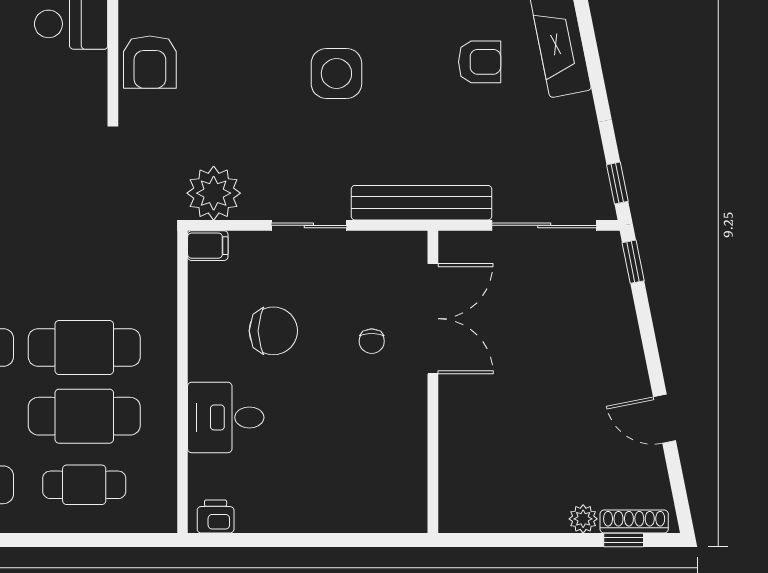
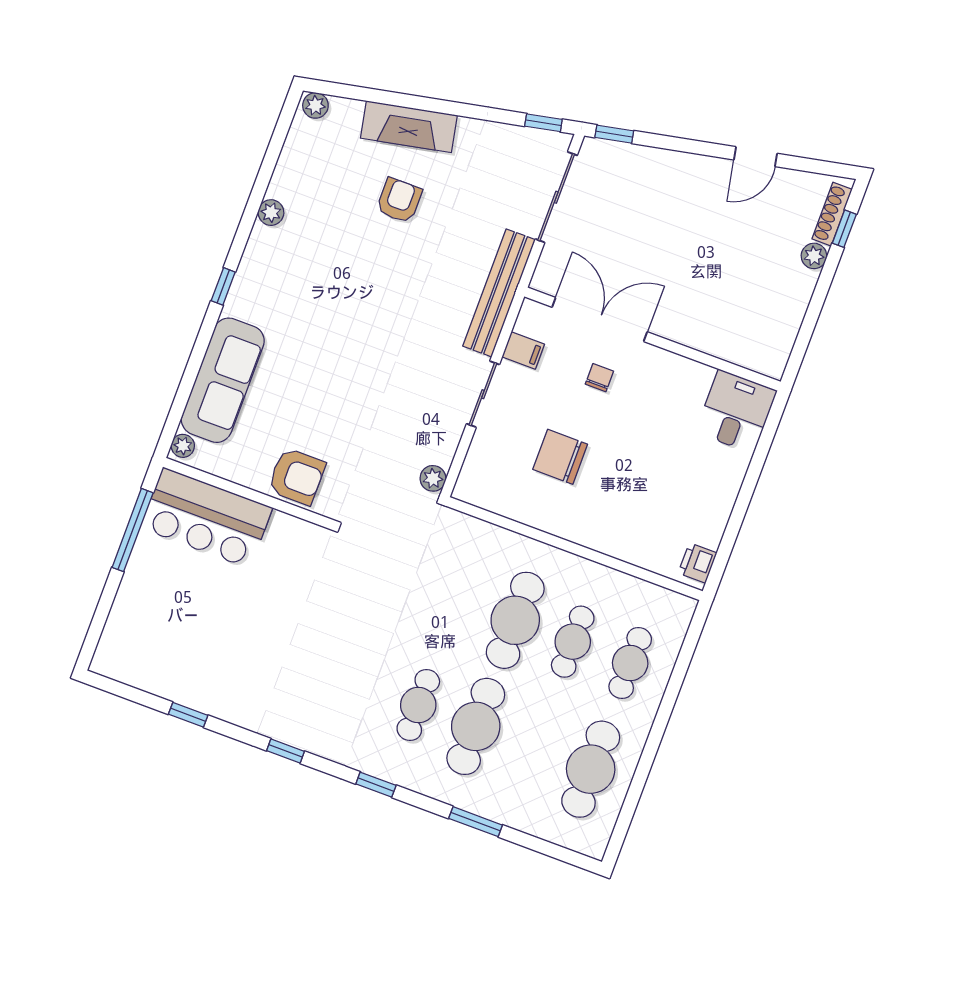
side table: (336, 73) -> (364, 324), removed
plant: (214, 193) -> (433, 478), width x0.53, depth x0.53
filing cabinet: (208, 246) -> (523, 350), moved, turned 90
chair: (273, 331) -> (560, 457), turned -90
chair: (372, 341) -> (599, 378), turned -90
cafe table: (84, 416) -> (573, 642), width x0.73, depth x0.74
desk: (226, 417) -> (736, 411), moved, turned 180

